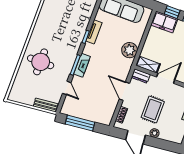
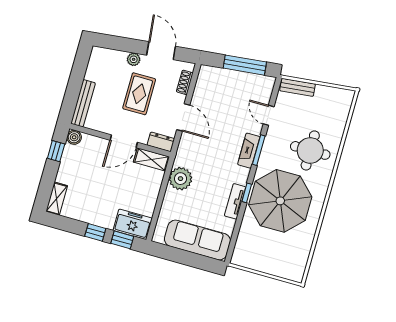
parasol: (64, 30) -> (280, 201), added

